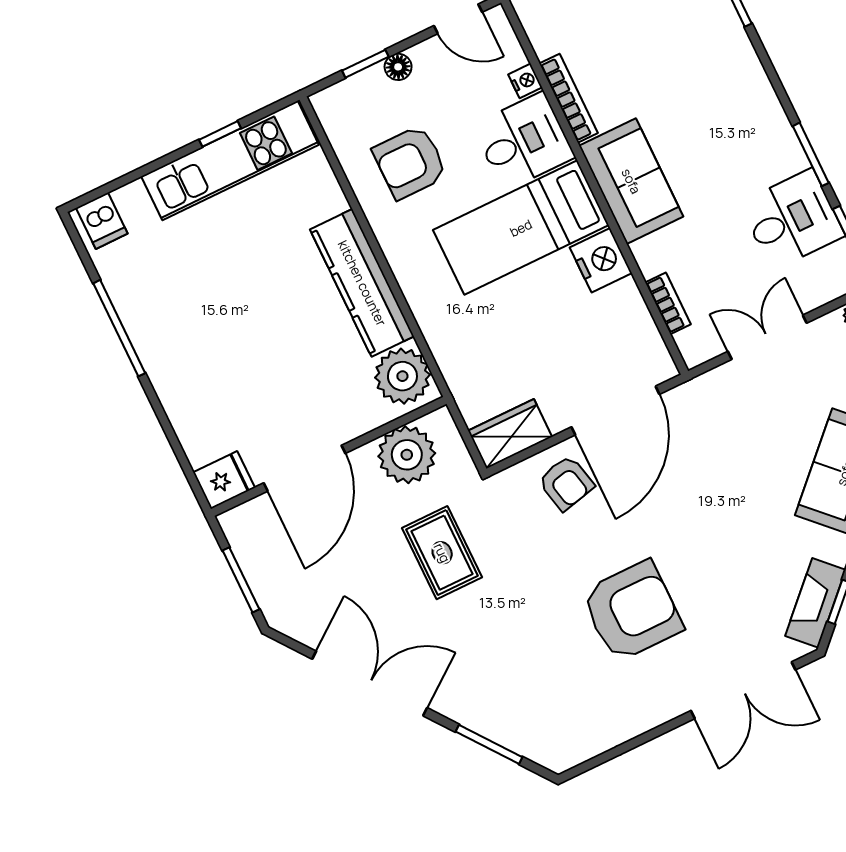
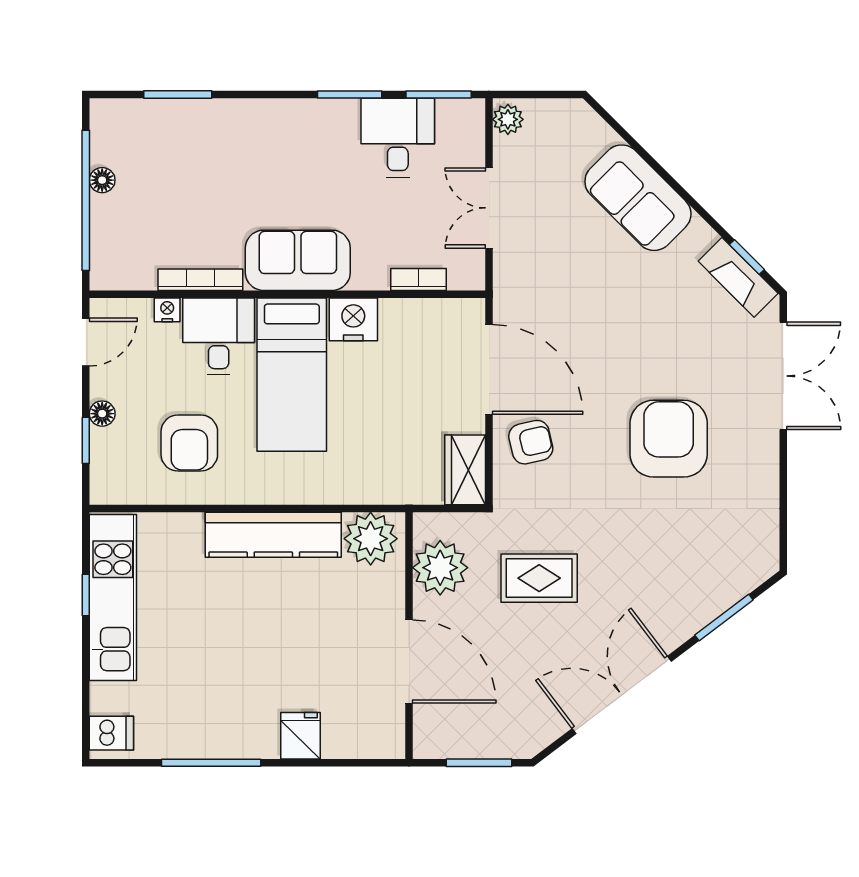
fridge: (224, 480) -> (301, 736), moved

